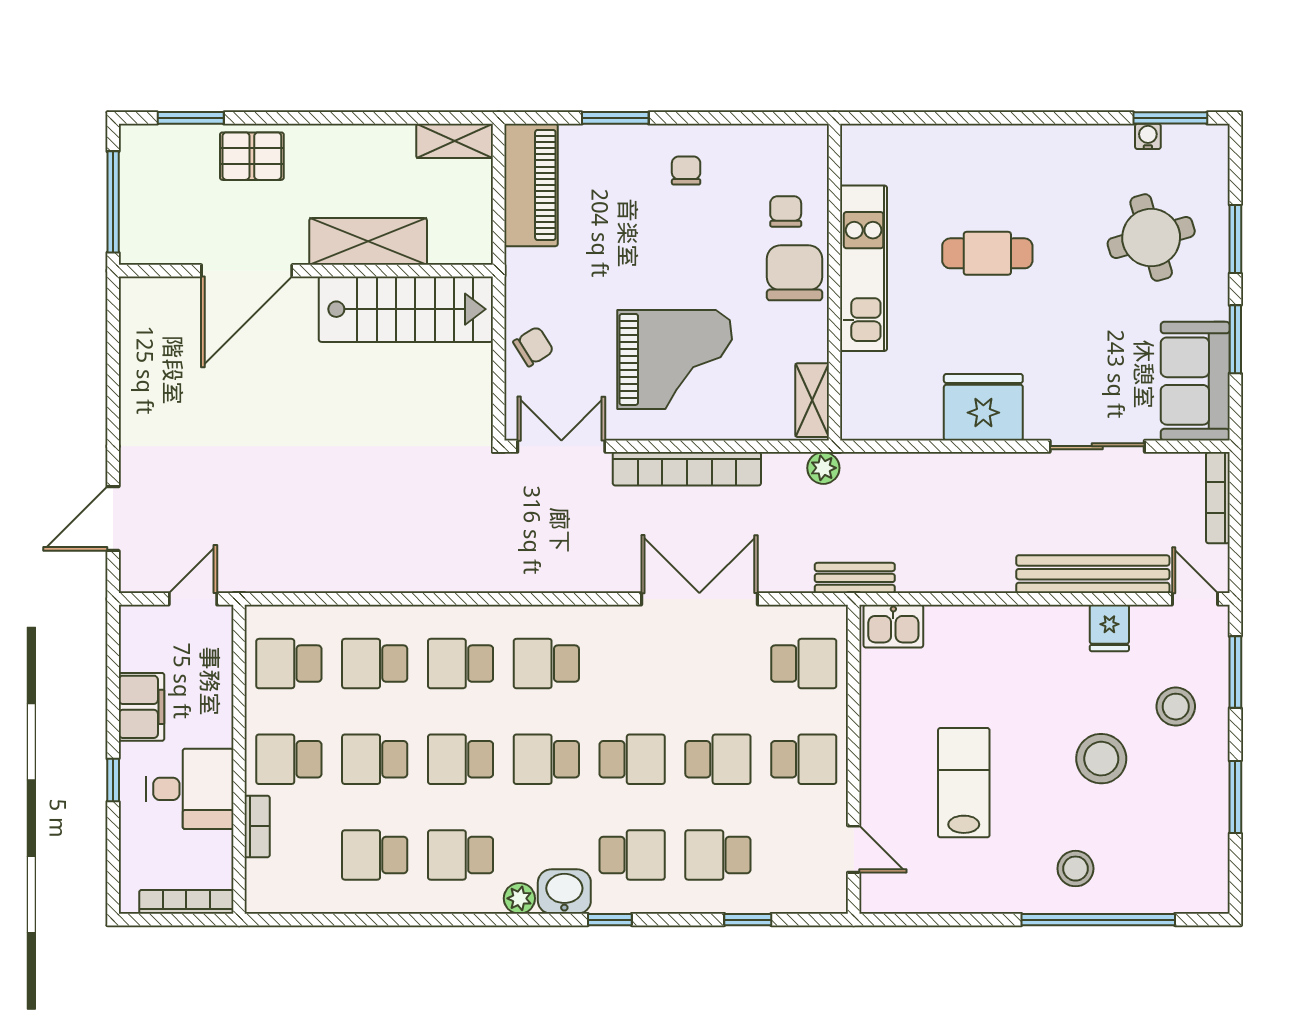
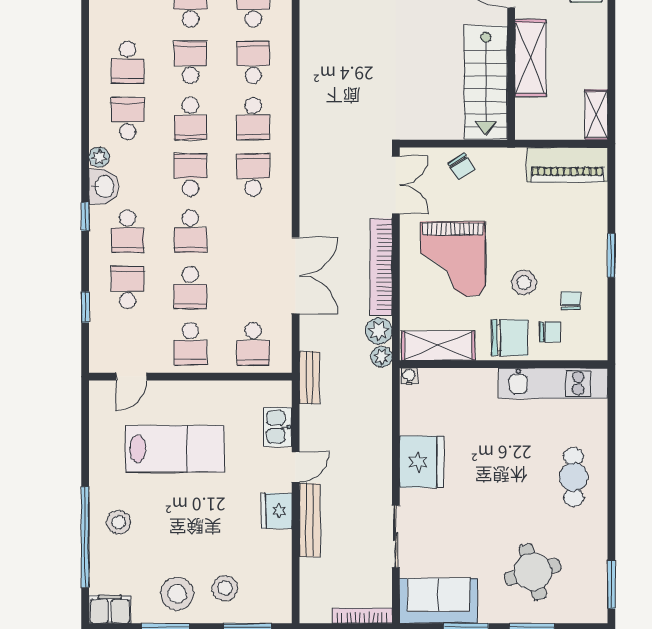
window: (615, 118) -> (611, 255), moved
water cooler: (1148, 136) -> (409, 376), moved, turned -90
chair: (686, 170) -> (571, 301), moved, turned -90
stool: (710, 251) -> (524, 282), added
cafe table: (987, 253) -> (574, 477), moved
kitchen unit: (864, 268) -> (553, 383), moved
shelving: (812, 400) -> (438, 346), width x1.50, depth x1.33
plant: (784, 472) -> (379, 331), added
bench: (1093, 574) -> (310, 520), width x0.73, depth x0.82
door: (1195, 599) -> (296, 467), moved
kitchen sink: (893, 626) -> (278, 427), moved
fridge: (1109, 628) -> (277, 511), moved, width x1.38
school desk: (460, 664) -> (253, 119), turned 180
school desk: (460, 759) -> (190, 119), turned 180
stool: (1101, 759) -> (177, 594), moved
lab bench: (964, 783) -> (175, 449), width x1.36, depth x1.39
school desk: (375, 855) -> (128, 62), turned 180
filing cabinet: (1208, 882) -> (110, 609), added

